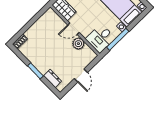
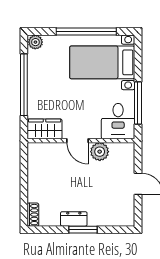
door: (73, 29) -> (78, 141), hinge flipped
dresser: (53, 78) -> (74, 219), moved

